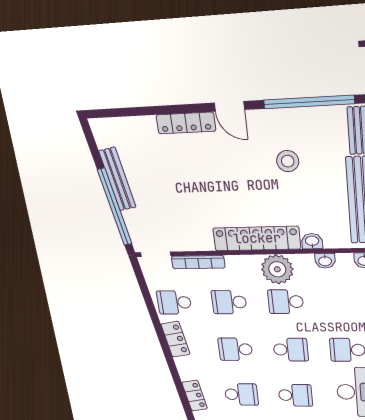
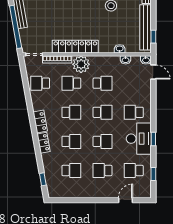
locker: (257, 238) -> (75, 47), moved
plant: (277, 269) -> (81, 64), moved
school desk: (286, 302) -> (103, 83), turned 180
locker: (175, 339) -> (40, 121), moved
school desk: (235, 349) -> (71, 112), turned 180

